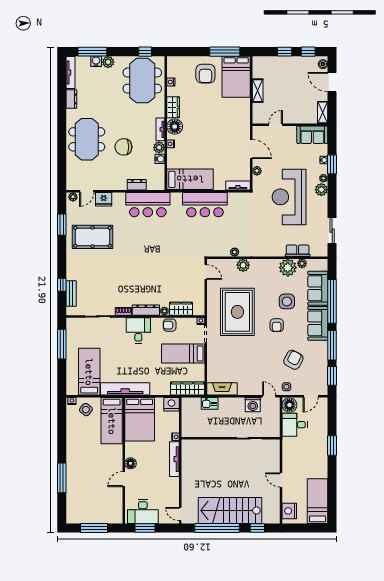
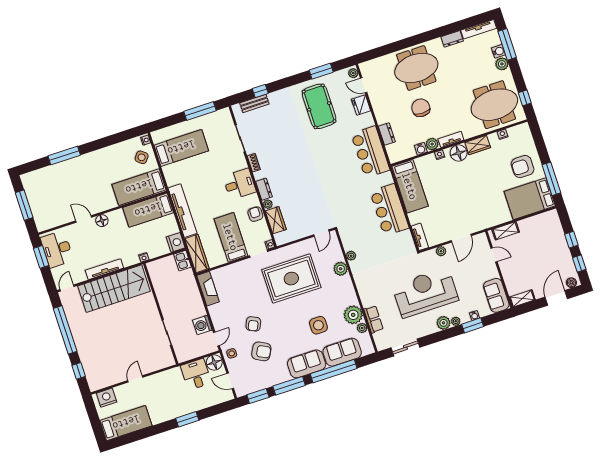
shelving: (258, 91) -> (506, 231), moved
dresser: (146, 310) -> (264, 189), width x0.70
armchair: (277, 325) -> (253, 324), moved, turned -65
tv unit: (125, 389) -> (183, 211), moved
kitchen sink: (210, 403) -> (183, 261), moved
bed: (140, 419) -> (148, 210), width x0.67
tv unit: (174, 459) -> (104, 269), moved
stairs: (230, 510) -> (114, 289), moved, turned 90

